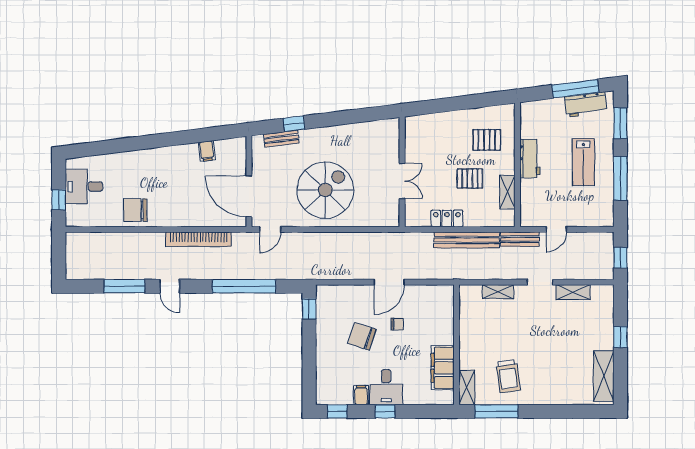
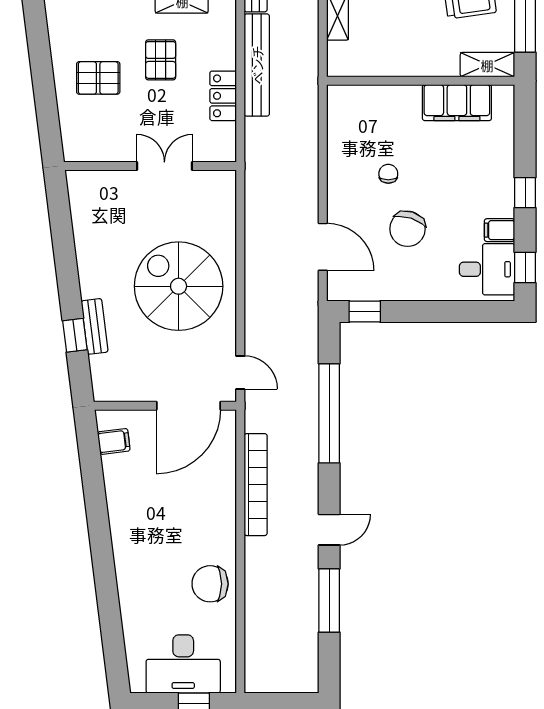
bench: (281, 139) -> (95, 326), moved
pallet: (487, 140) -> (98, 78), moved, turned 90
filing cabinet: (207, 151) -> (114, 441), moved
desk: (84, 187) -> (183, 664), width x1.37
chair: (135, 210) -> (210, 584), turned 90
door: (389, 282) -> (323, 247), moved
desk: (386, 387) -> (487, 269), moved

